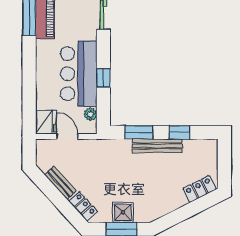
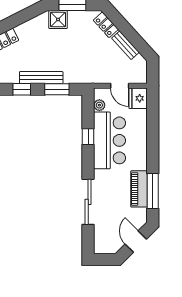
shower: (123, 212) -> (58, 20), moved

